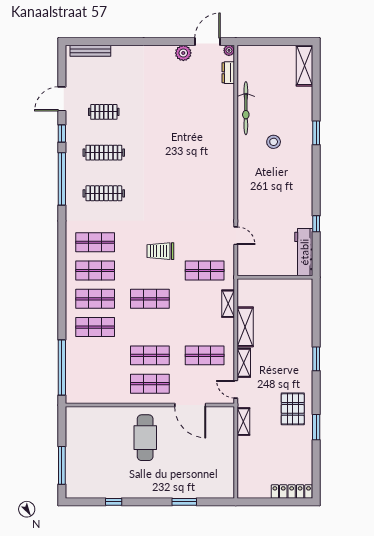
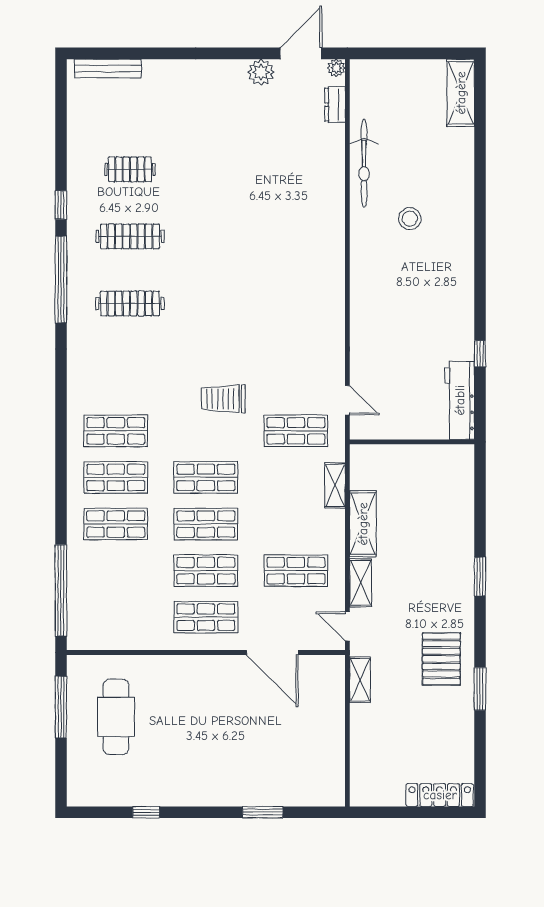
door: (62, 99) -> (61, 148), removed
window: (316, 133) -> (480, 204), removed
door: (236, 236) -> (347, 400), moved
shop shelf: (95, 242) -> (206, 524), moved
cafe table: (145, 438) -> (116, 717), moved
window: (62, 465) -> (61, 707), moved

